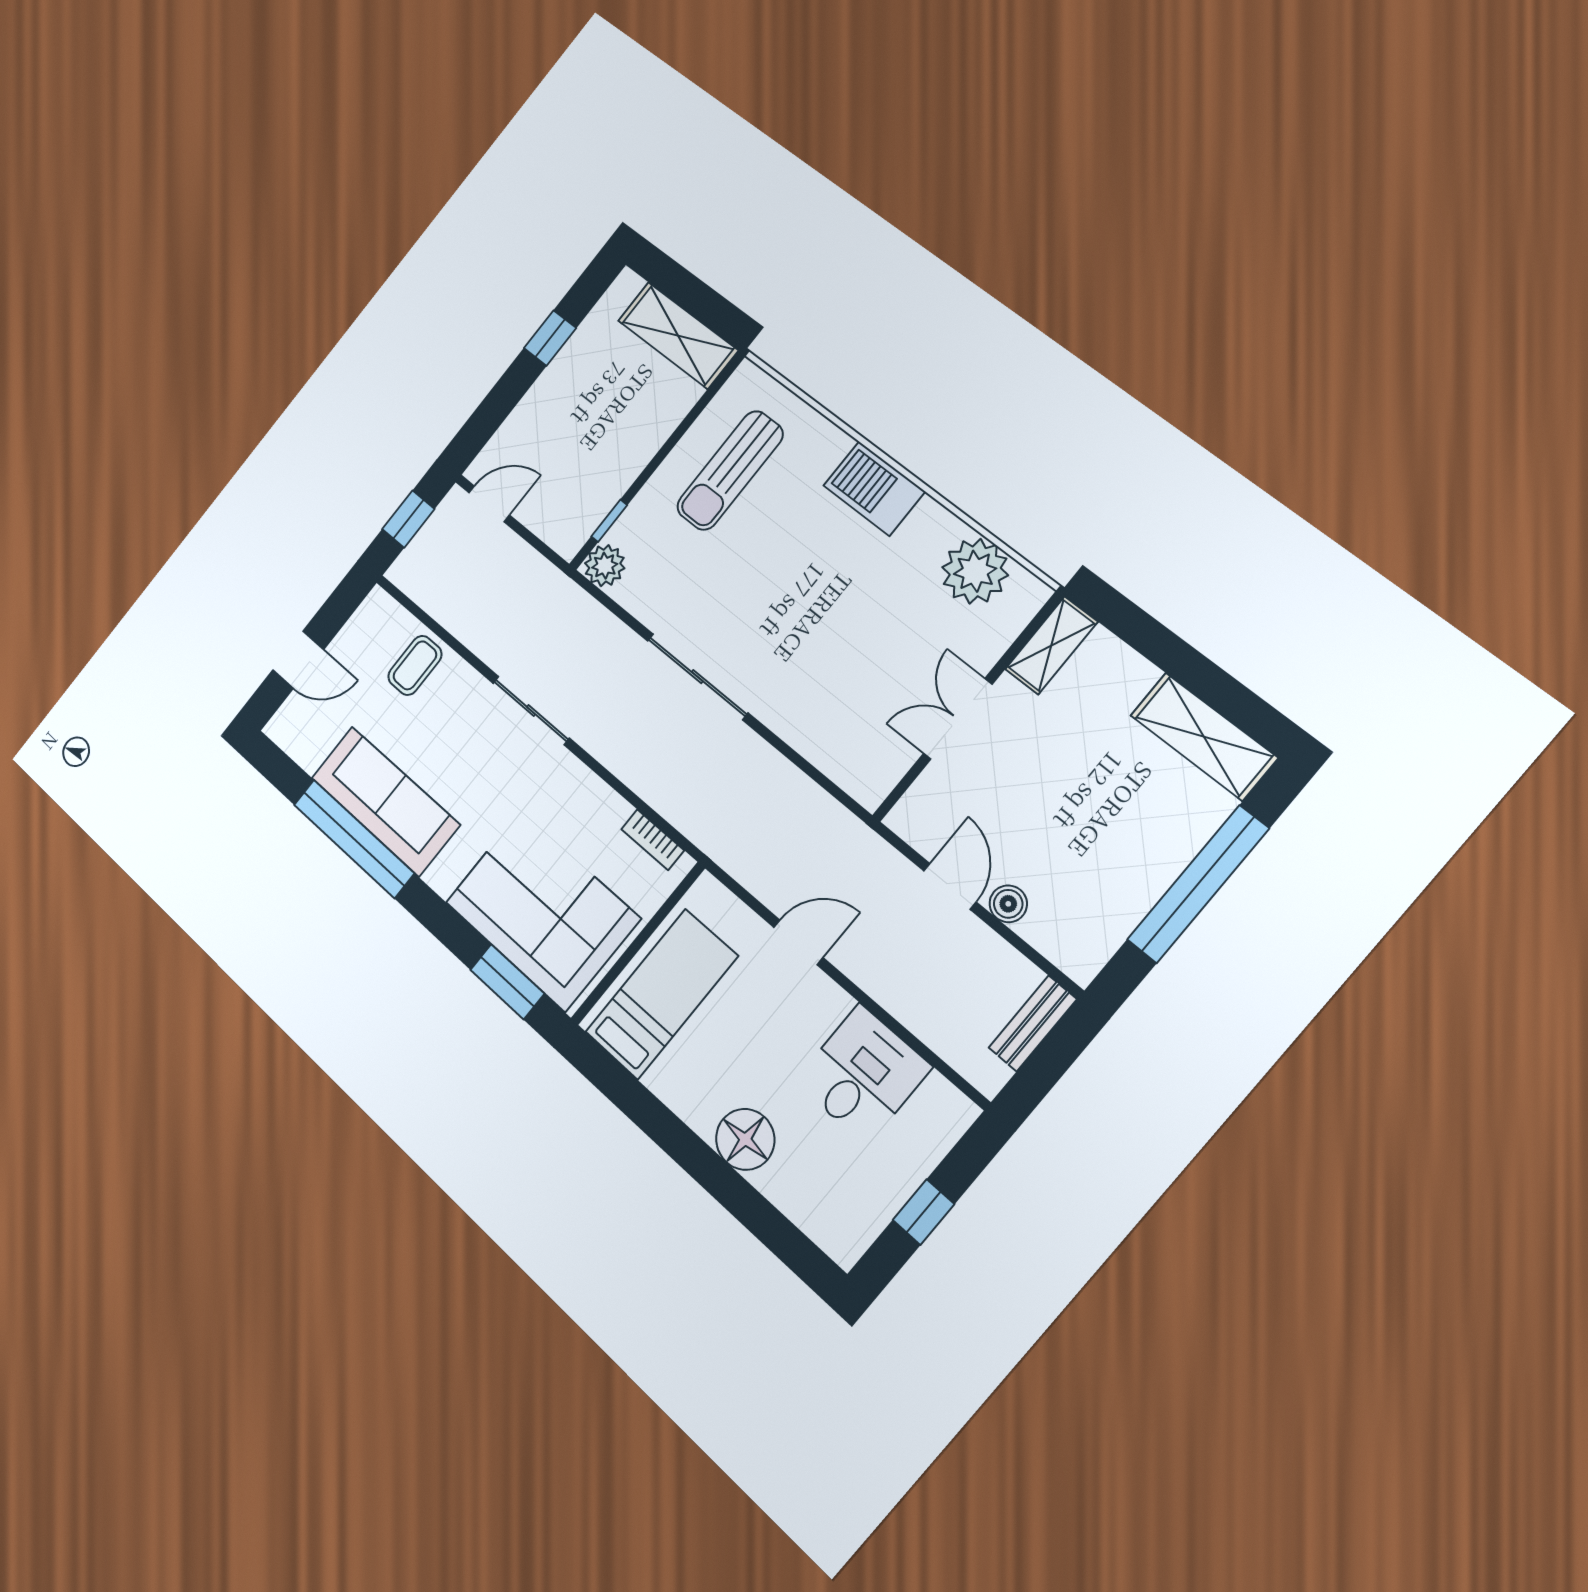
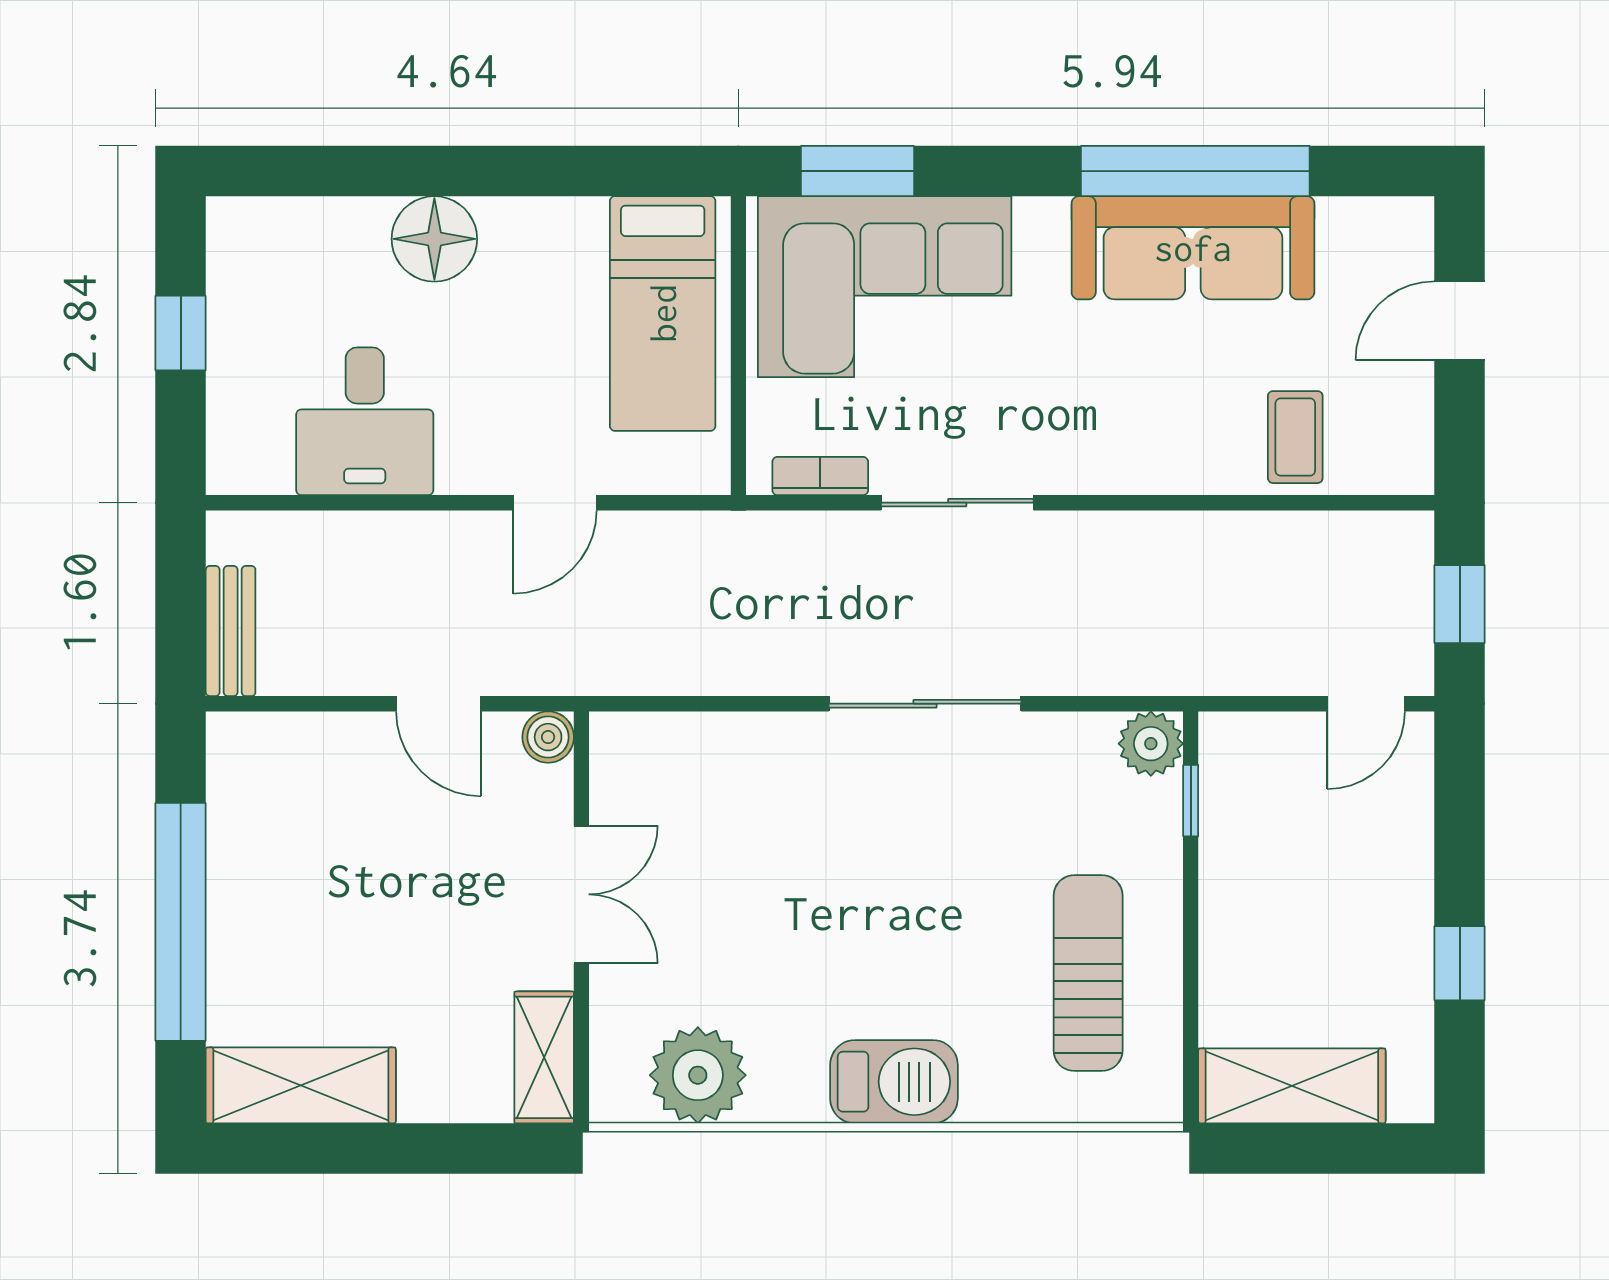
sliding door: (531, 711) -> (957, 503), moved
boiler: (1008, 904) -> (548, 737), moved

